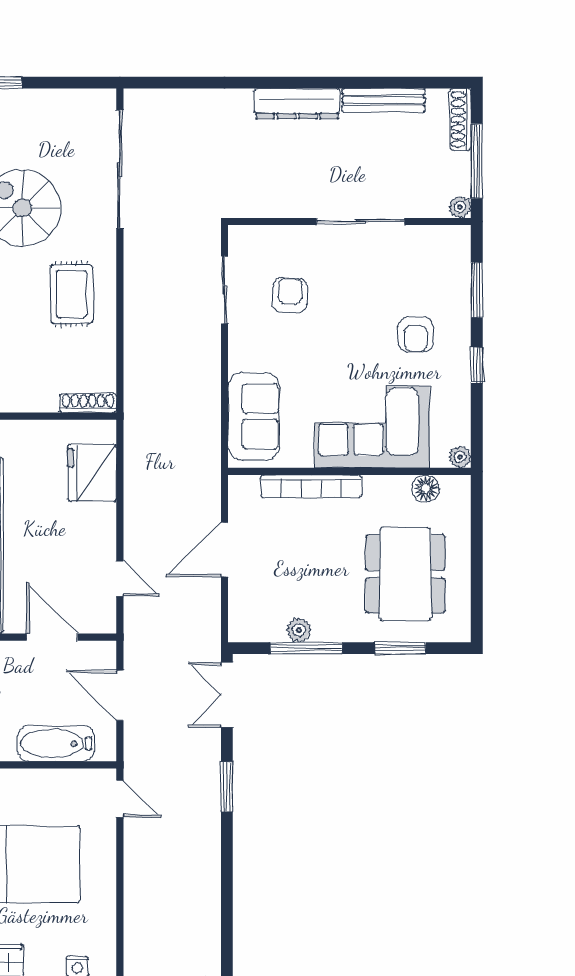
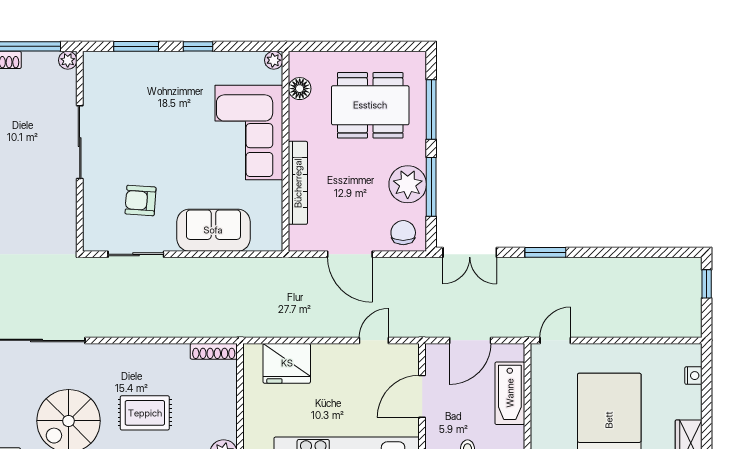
rug: (71, 294) -> (145, 413), moved
armchair: (416, 334) -> (173, 97), removed
shoe rack: (88, 403) -> (214, 351), moved, turned -90
sofa: (254, 416) -> (213, 230), moved
chair: (251, 614) -> (403, 233), added
plant: (299, 630) -> (408, 184), width x1.87, depth x1.87
window: (400, 648) -> (431, 110), width x1.44

